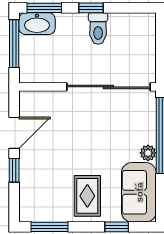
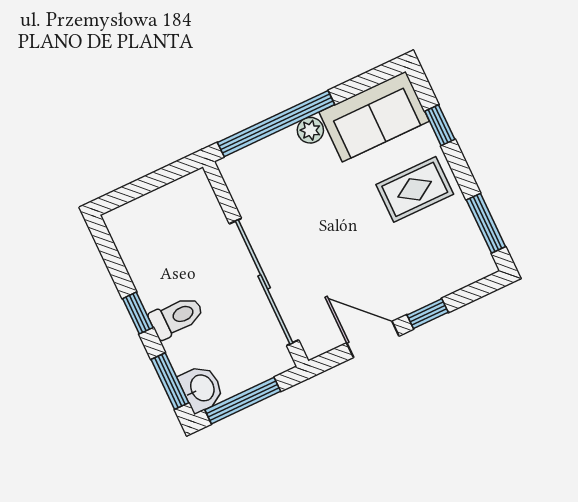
washbasin: (37, 24) -> (201, 388), width x0.72
toilet: (98, 29) -> (176, 317), moved
sliding door: (108, 87) -> (264, 282), moved

